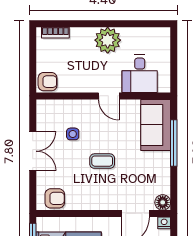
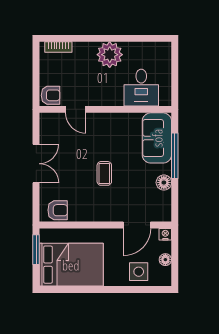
door: (109, 96) -> (76, 109), moved
side table: (73, 134) -> (75, 147), removed
coffee table: (102, 161) -> (104, 173), turned 90
floor lamp: (163, 202) -> (164, 183), moved

